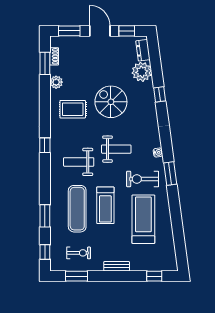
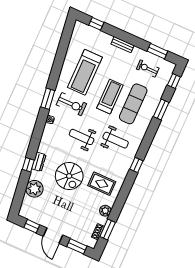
dresser: (143, 50) -> (39, 162), moved

